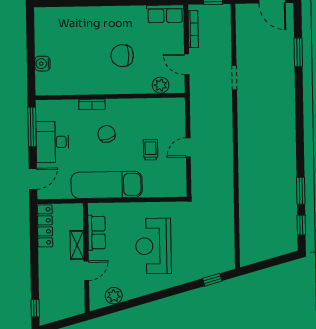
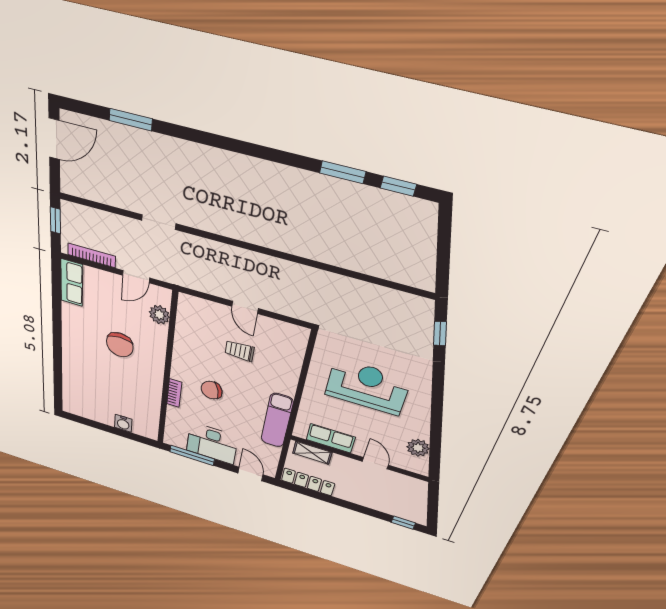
exam couch: (107, 185) -> (277, 420), width x0.73, depth x0.69
shelving: (77, 245) -> (312, 453), moved
reception desk: (153, 246) -> (367, 387), turned 180

